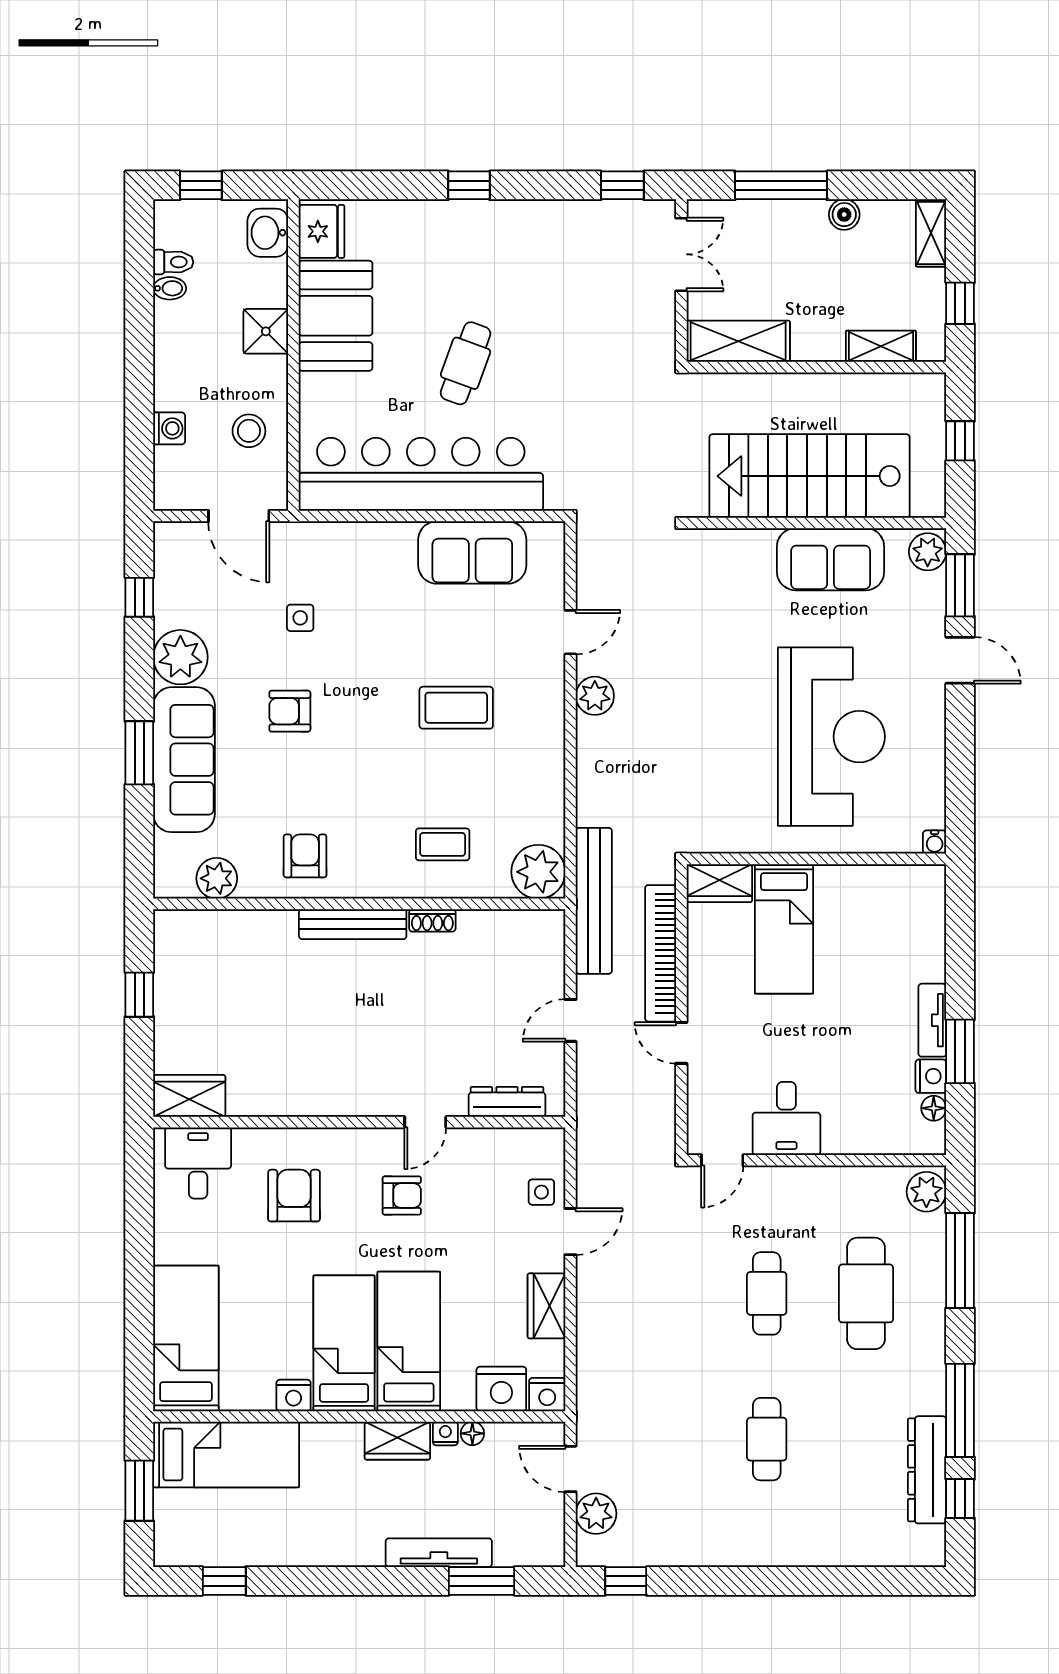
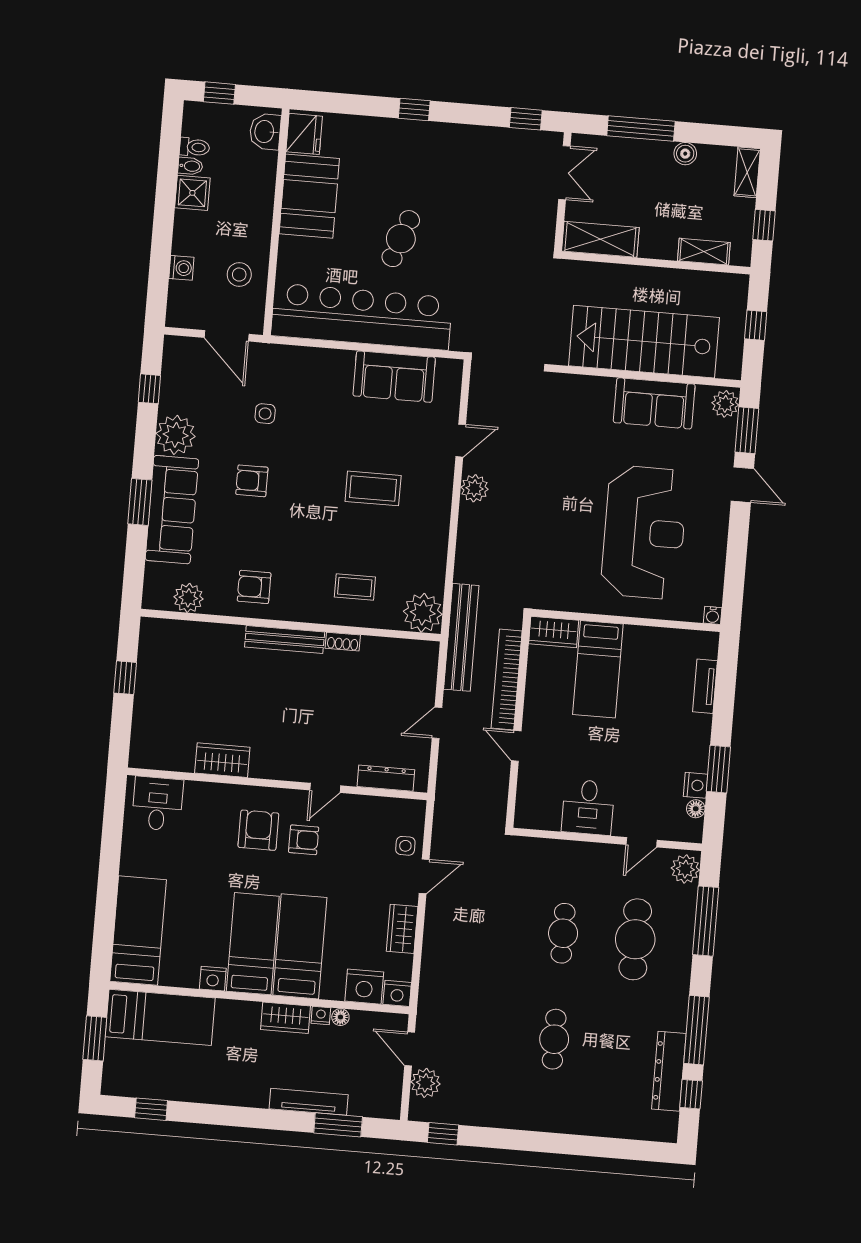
shower: (266, 331) -> (192, 193), moved
armchair: (305, 856) -> (254, 587), turned -90
tv unit: (932, 1020) -> (705, 686), moved
wardrobe: (189, 1096) -> (222, 760), moved
door: (722, 1160) -> (642, 842), moved
armchair: (294, 1196) -> (258, 830), moved

